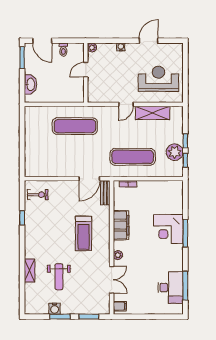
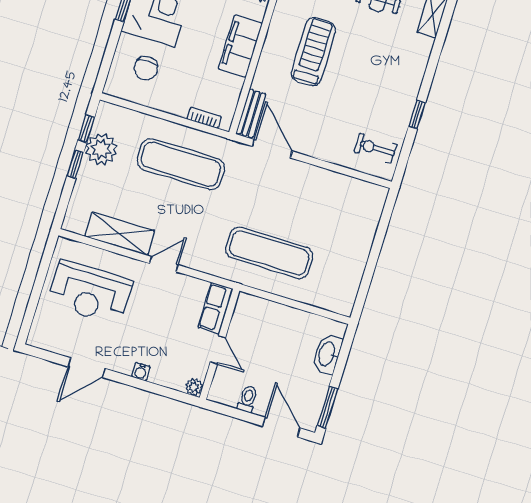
door: (86, 70) -> (218, 350), hinge flipped
row of seats: (93, 90) -> (215, 308), added
door: (89, 179) -> (272, 149), hinge flipped
chair: (165, 200) -> (146, 68), added

